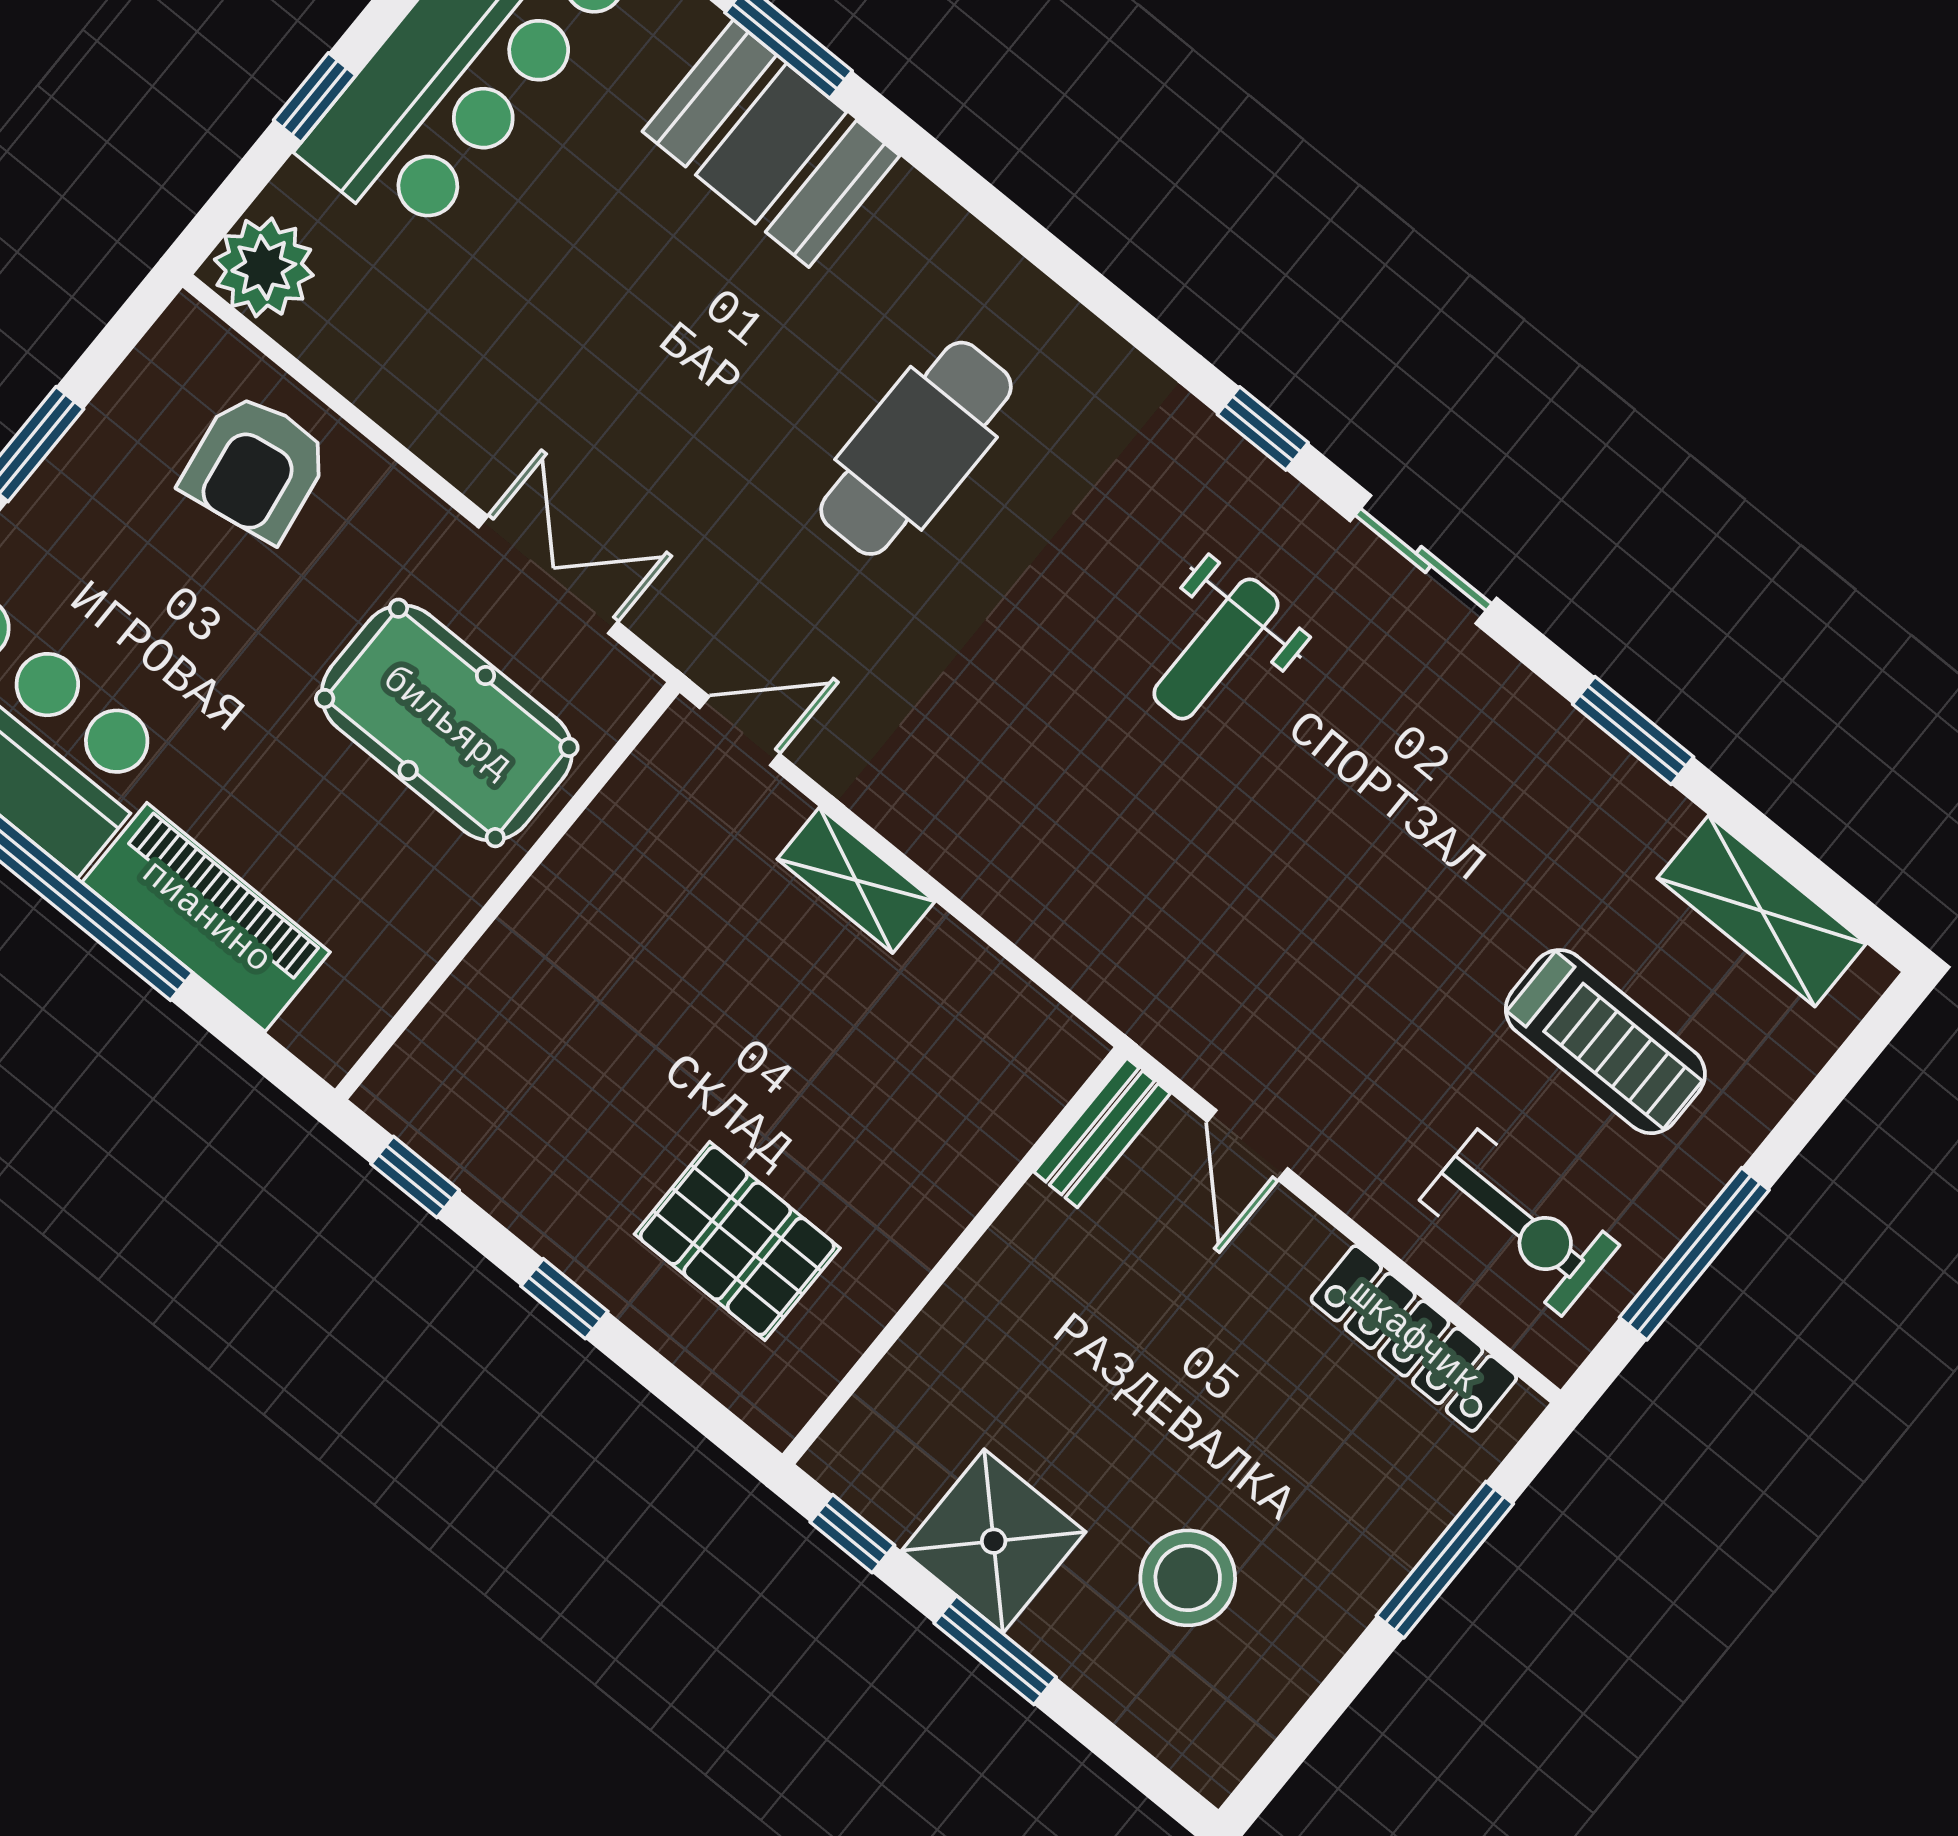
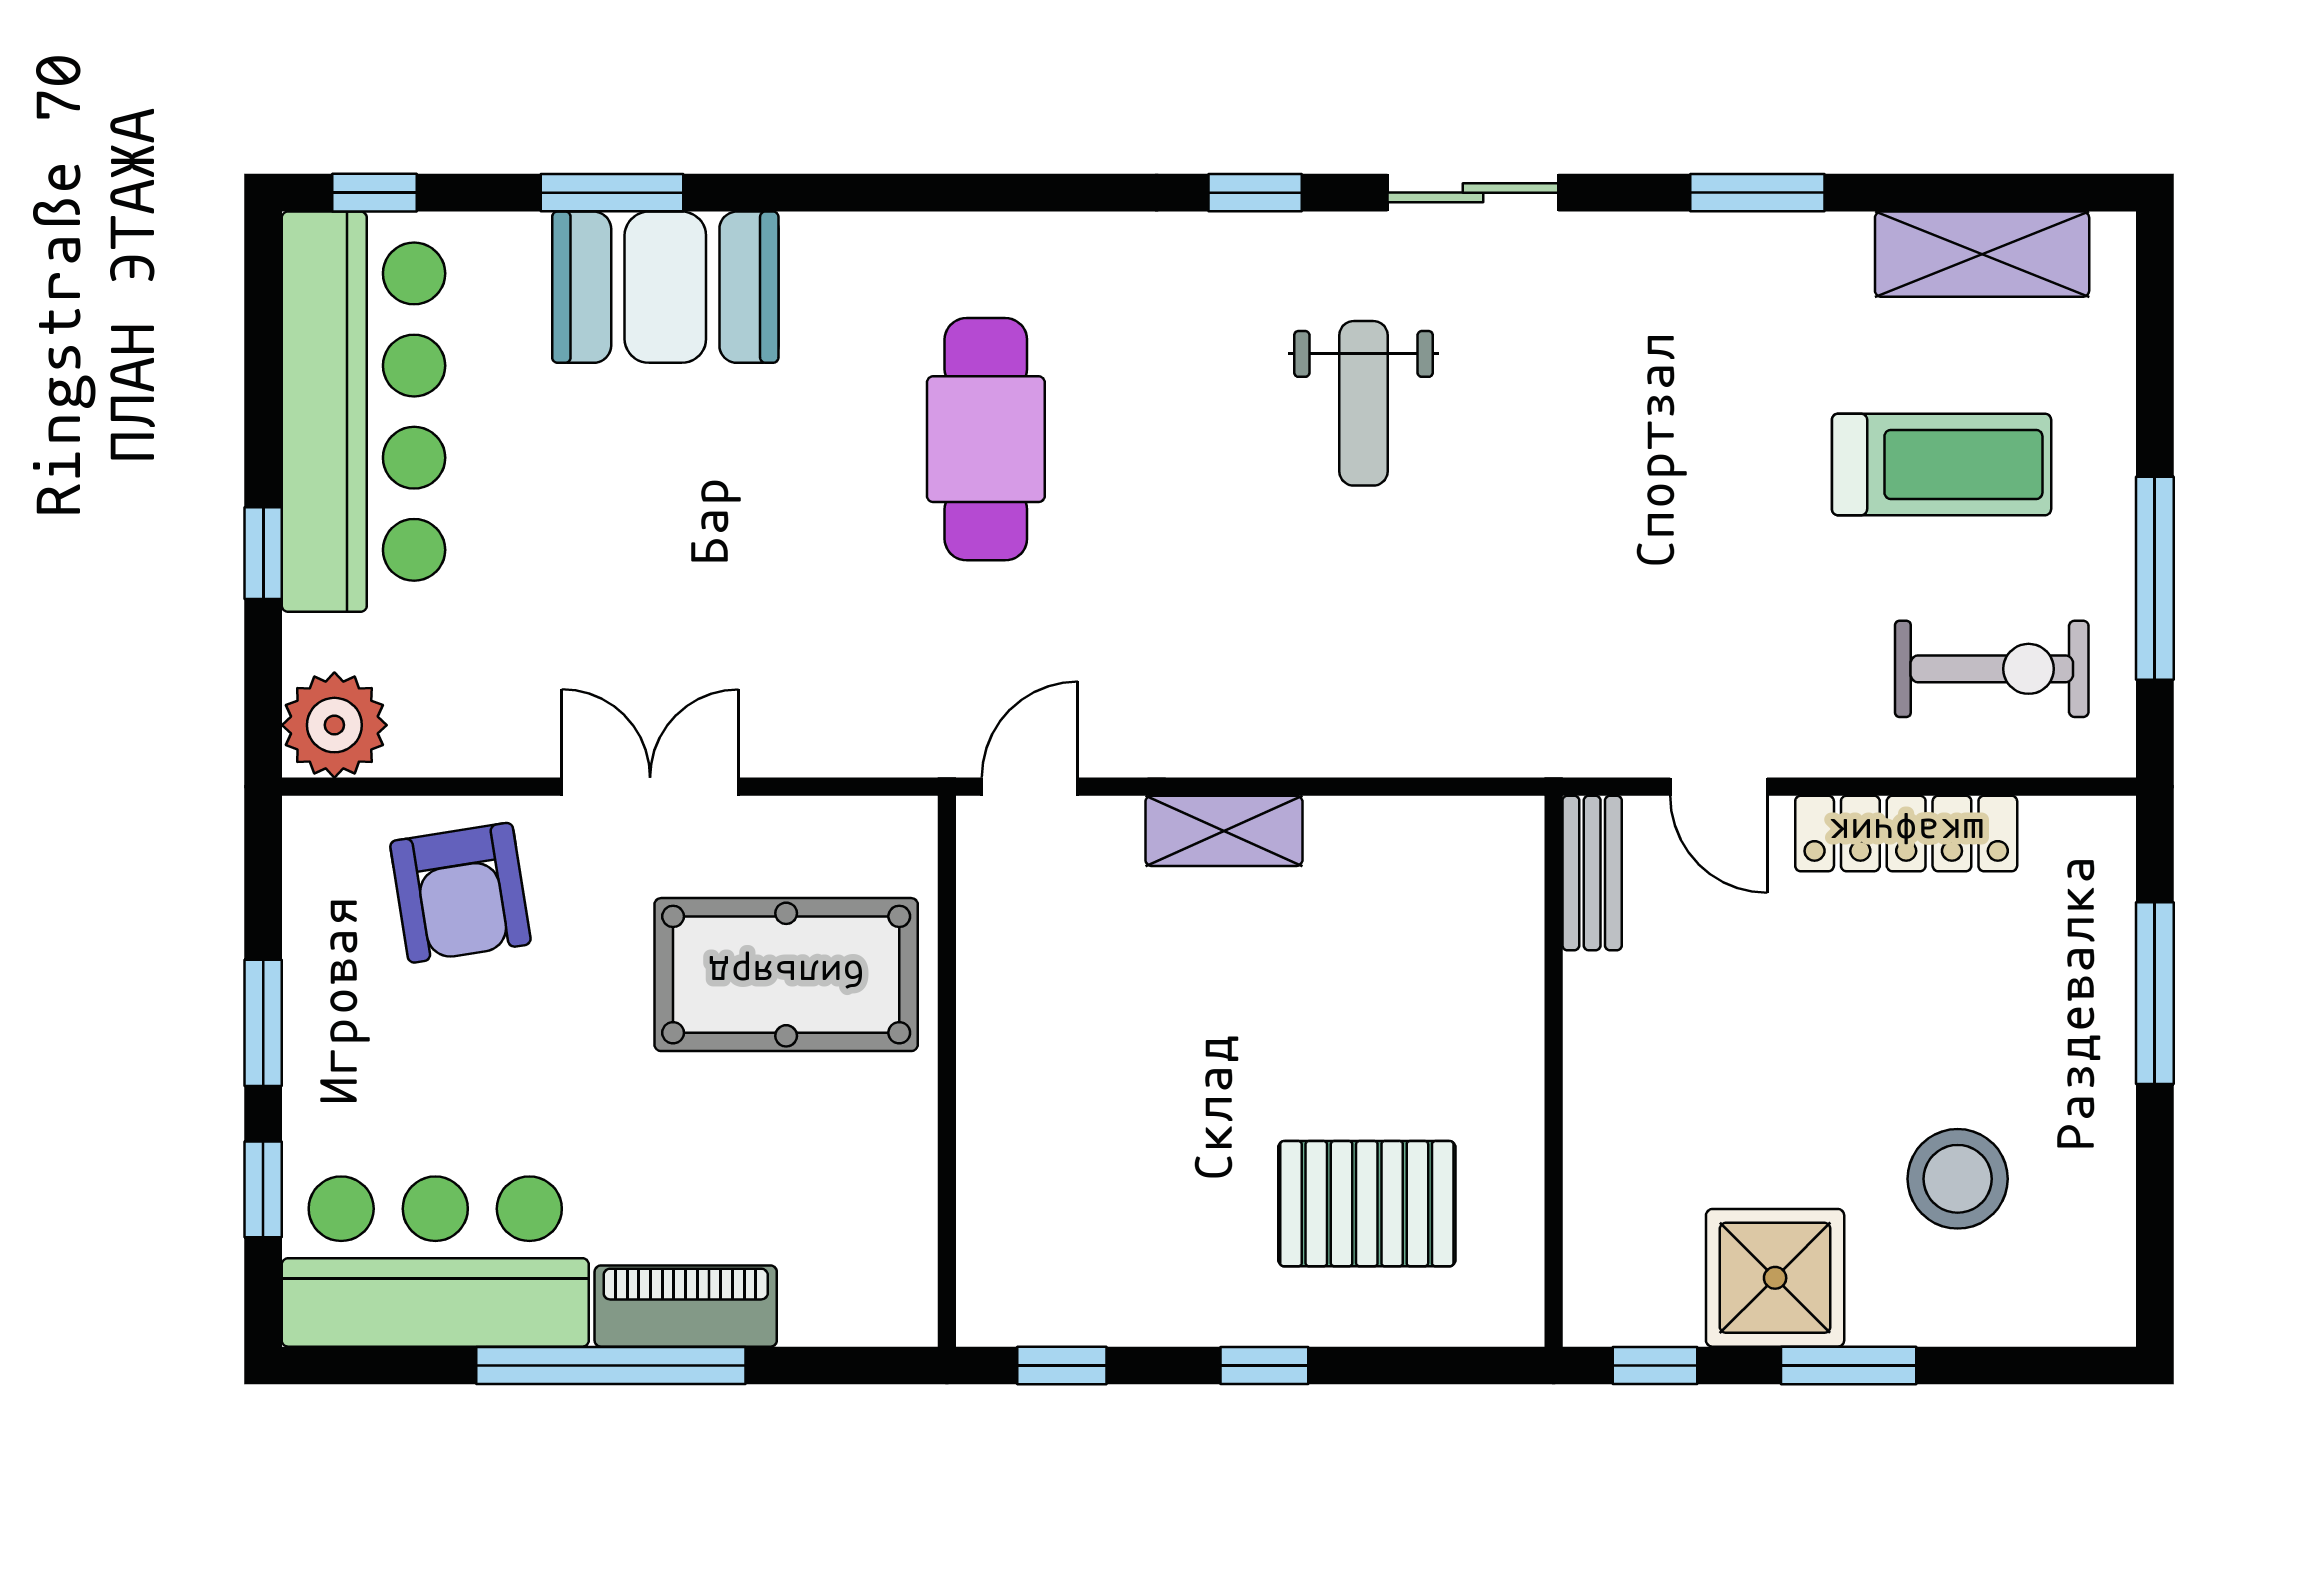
double door: (548, 575) -> (650, 787), moved
piano: (206, 917) -> (686, 1306), width x0.73, depth x0.75
locker: (1414, 1338) -> (1906, 833), moved

